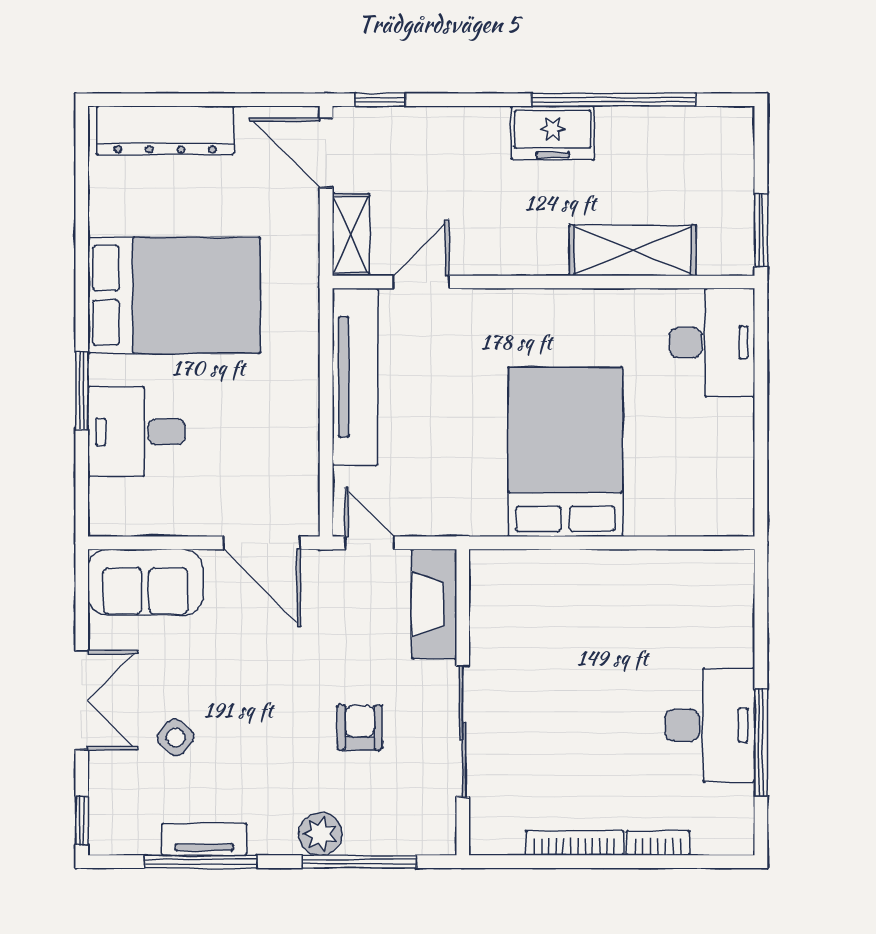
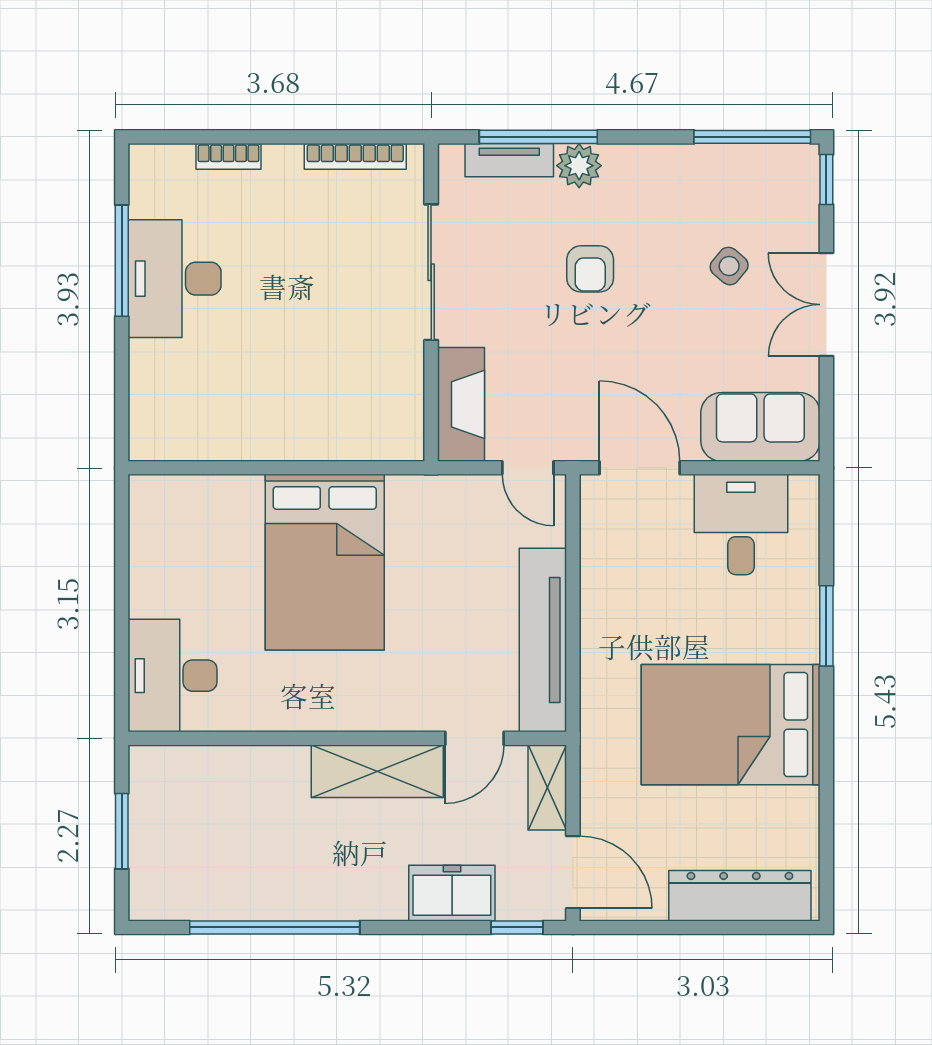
freezer: (553, 133) -> (452, 893), moved
window: (761, 230) -> (122, 831), moved
shelving: (633, 250) -> (377, 771), moved
desk: (136, 432) -> (741, 524), moved, turned -90
armchair: (360, 727) -> (590, 269), moved
tv unit: (204, 839) -> (509, 160), moved
bookcase: (574, 843) -> (355, 156), moved
window: (201, 862) -> (752, 137), moved

